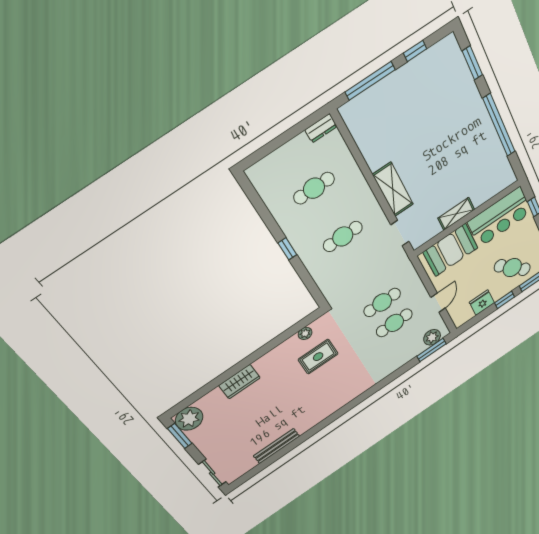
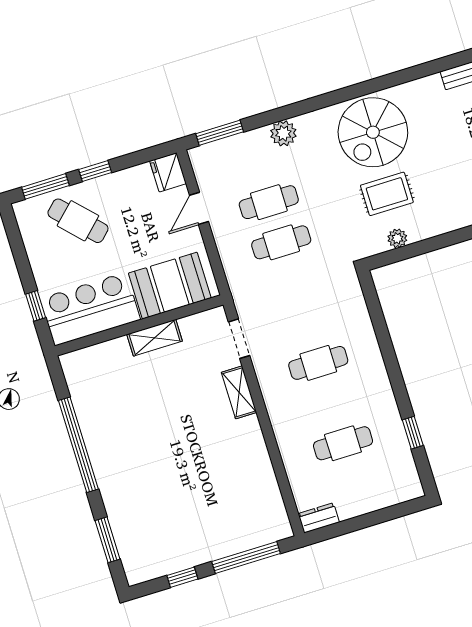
shelving: (393, 189) -> (239, 392), width x0.67, depth x0.75
window: (287, 249) -> (413, 433), moved
fridge: (482, 303) -> (168, 172), moved, turned 90
plant: (432, 337) -> (283, 133), moved
spiral stairs: (335, 387) -> (373, 132), added

